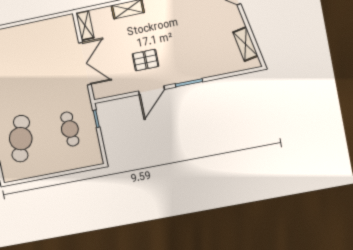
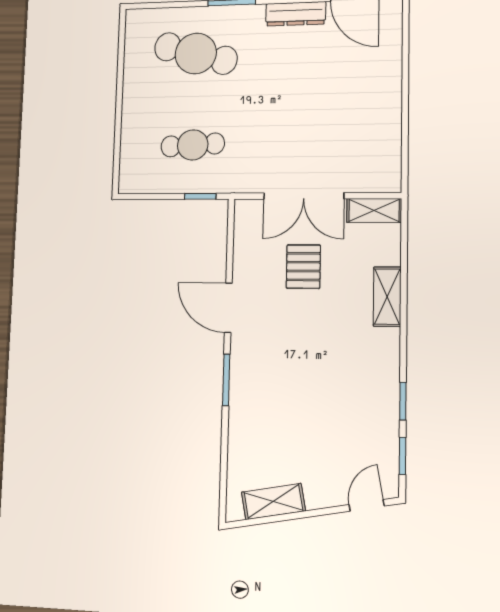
pallet: (145, 60) -> (303, 267), moved

